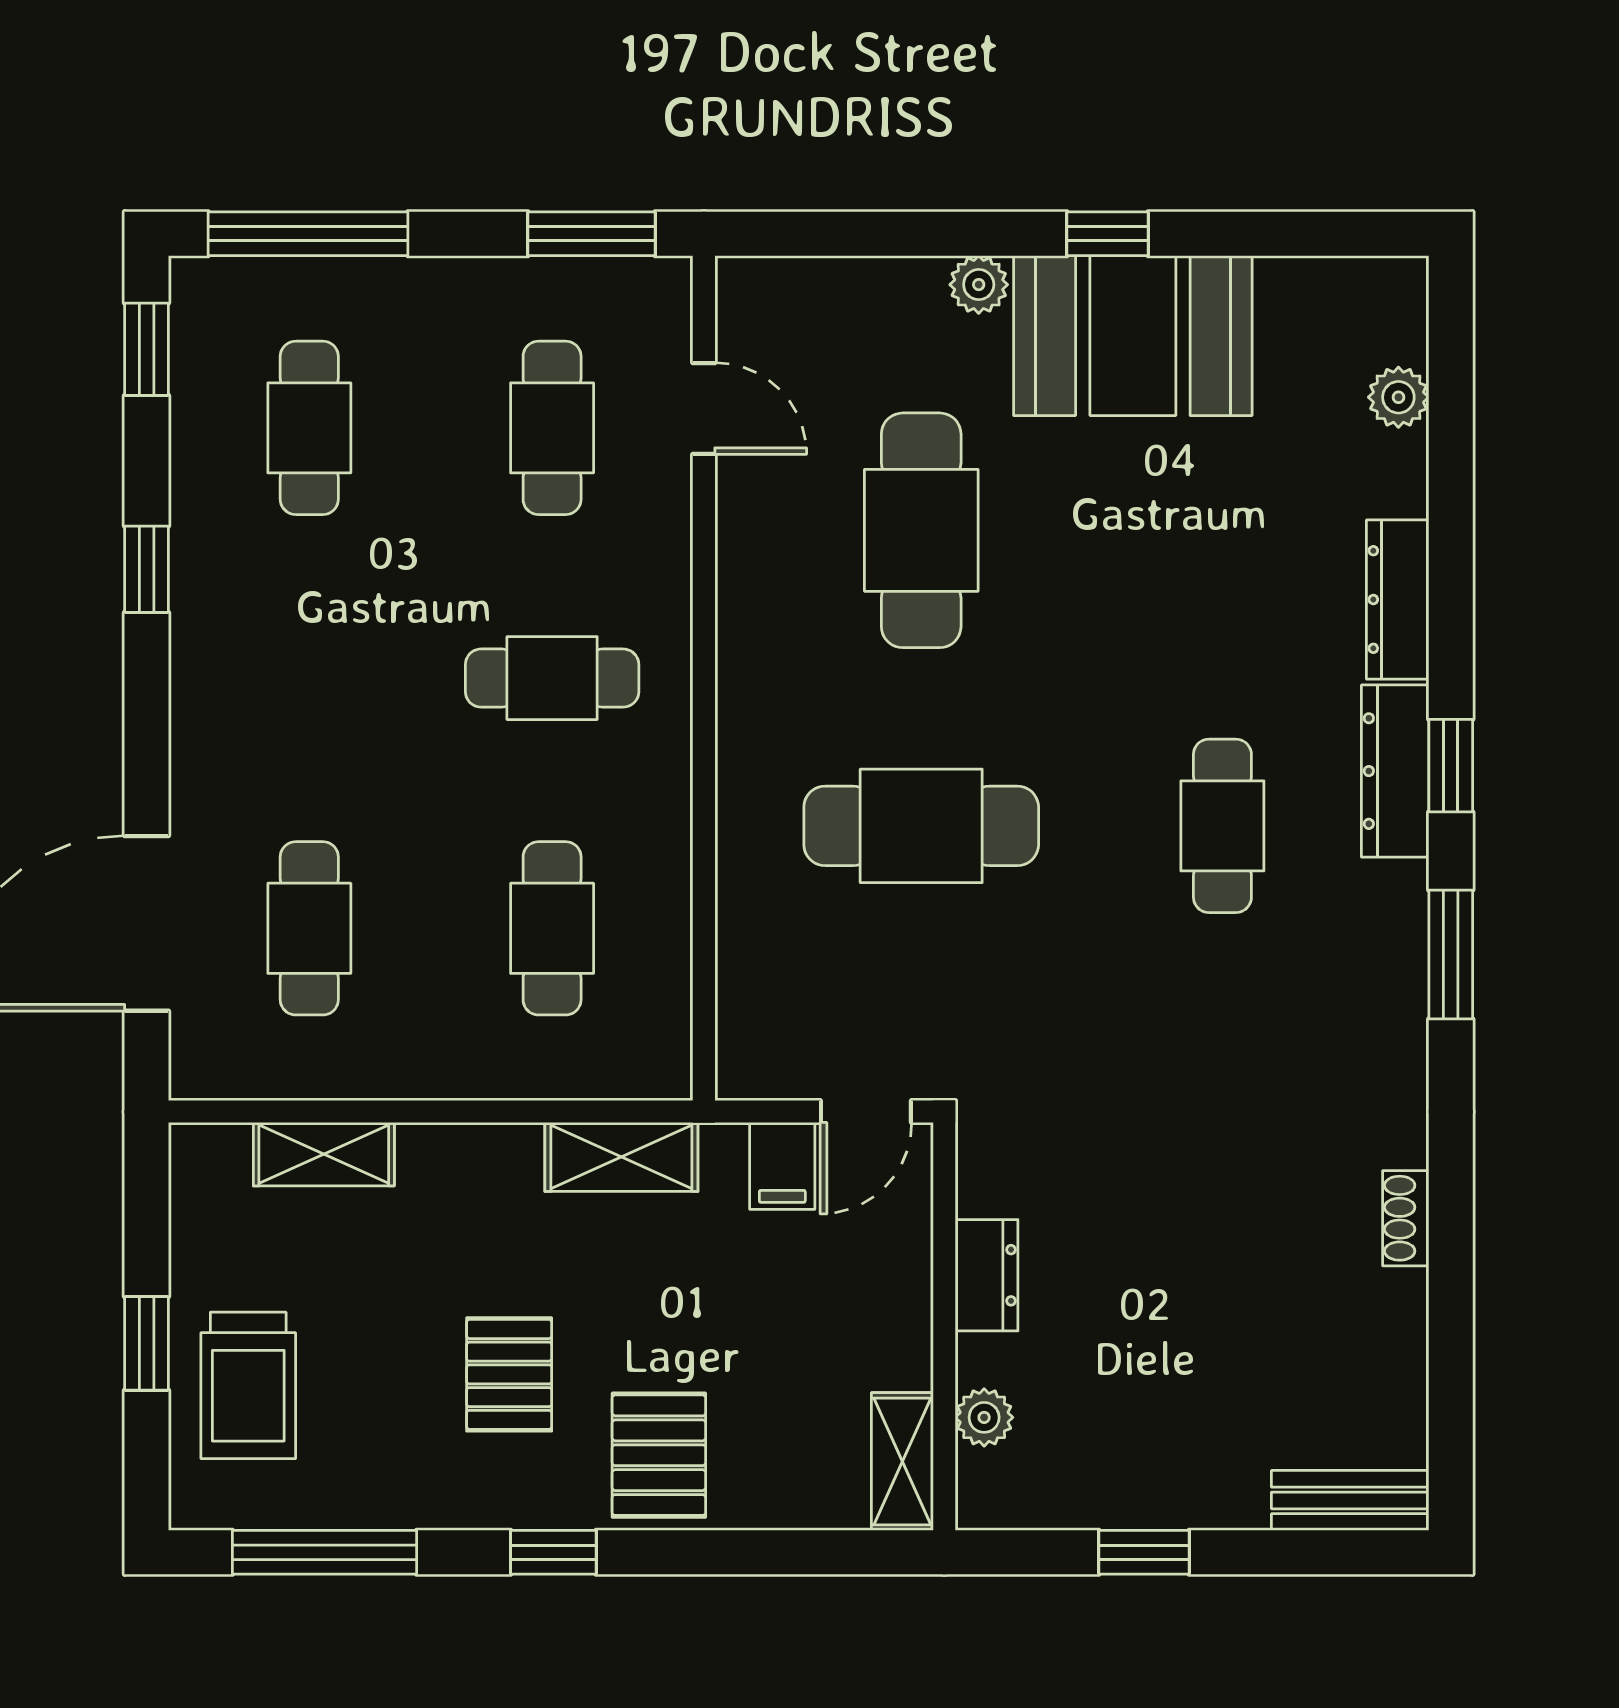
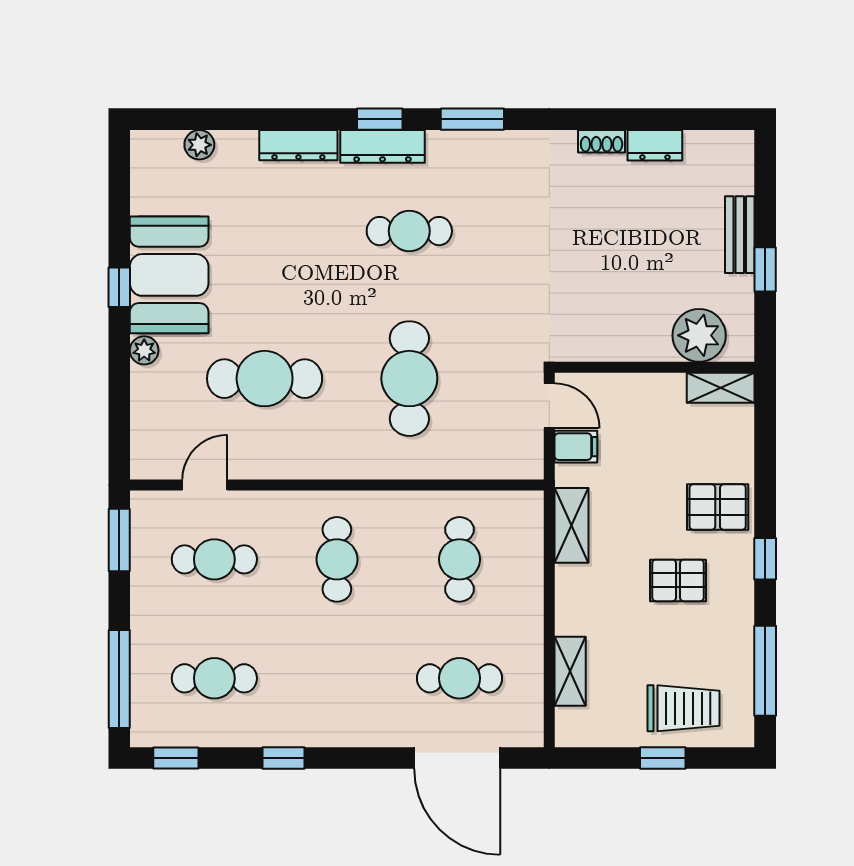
cafe table: (552, 928) -> (459, 559), turned 90
dresser: (987, 1275) -> (655, 145), moved, turned 180
plant: (984, 1417) -> (699, 335), width x1.88, depth x1.88
bench: (1350, 1500) -> (740, 235), moved

